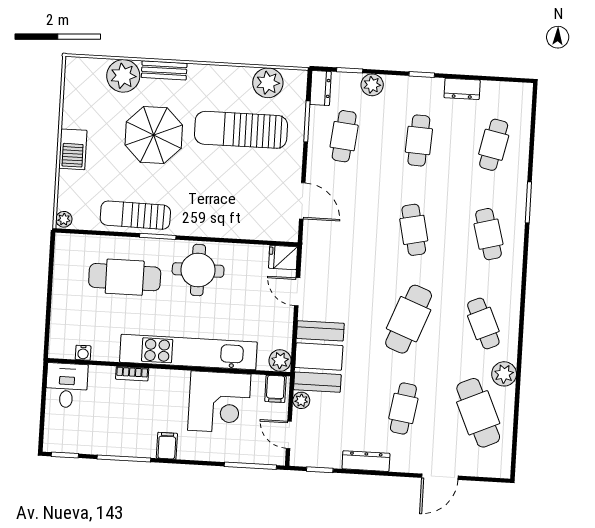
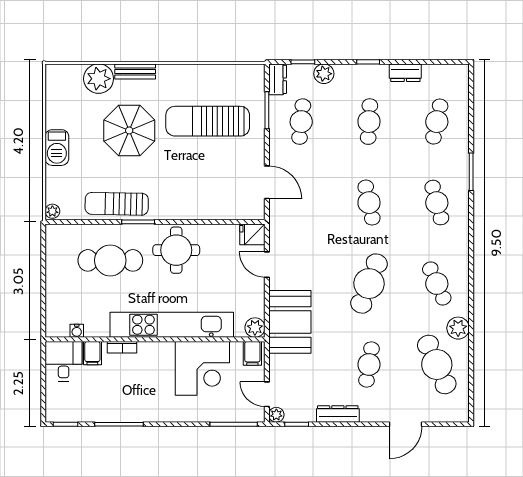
plant: (268, 83) -> (230, 77), removed
plant: (301, 400) -> (276, 415), moved
filing cabinet: (167, 446) -> (92, 353), moved, turned 180

